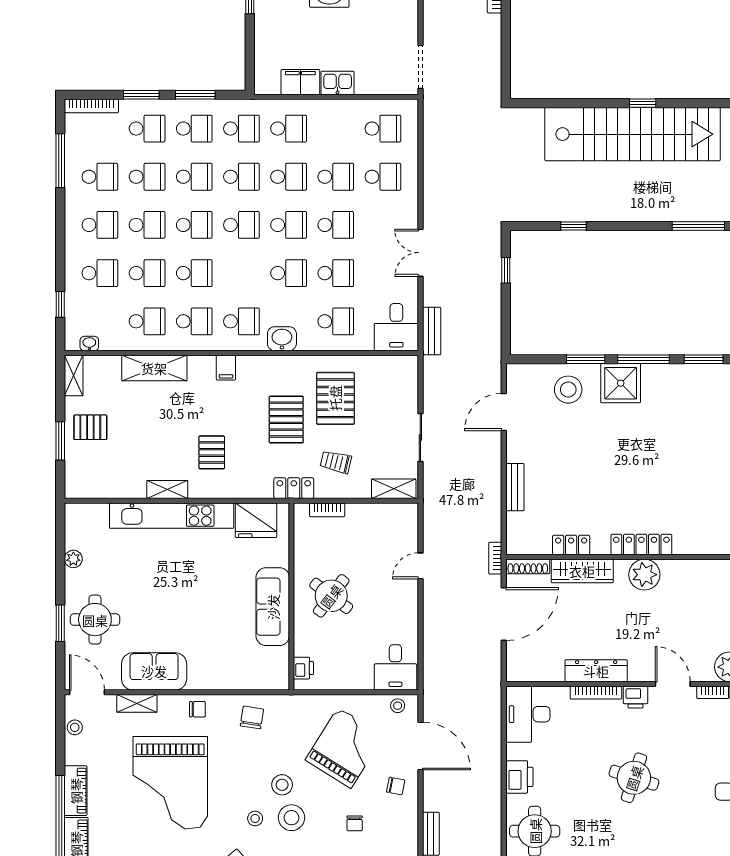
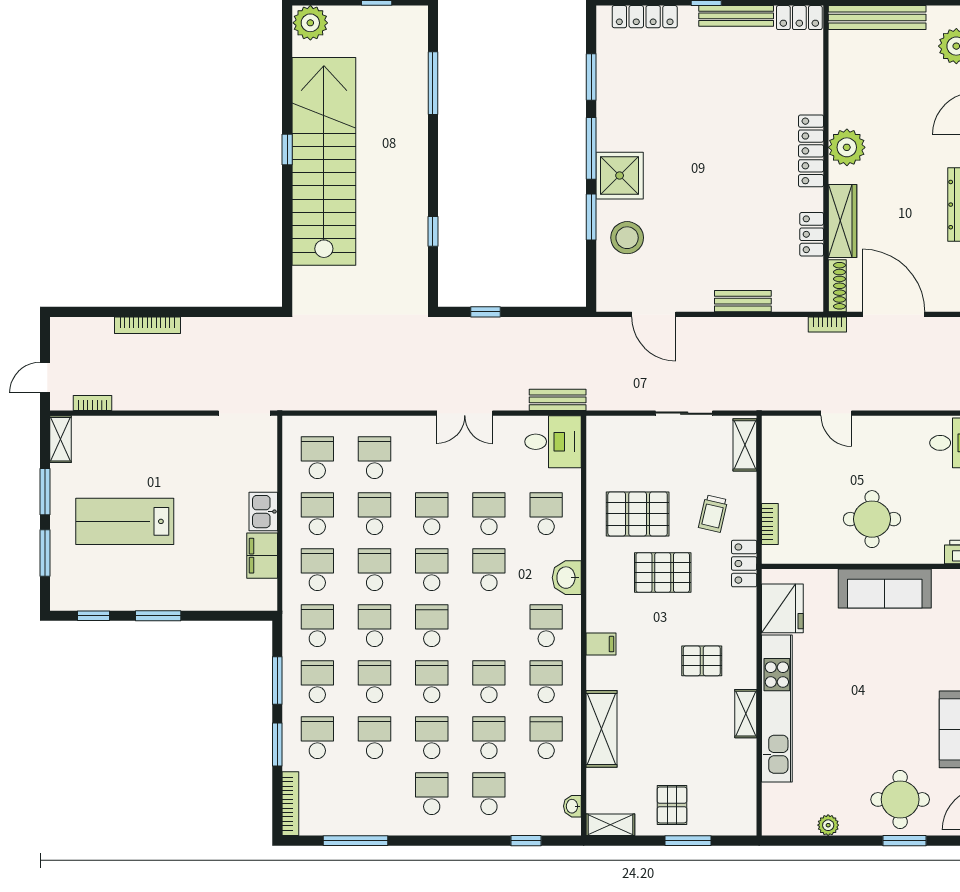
school desk: (100, 177) -> (317, 514), moved
round table: (331, 596) -> (872, 519), turned -37

